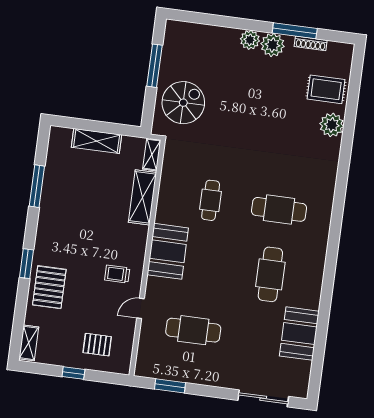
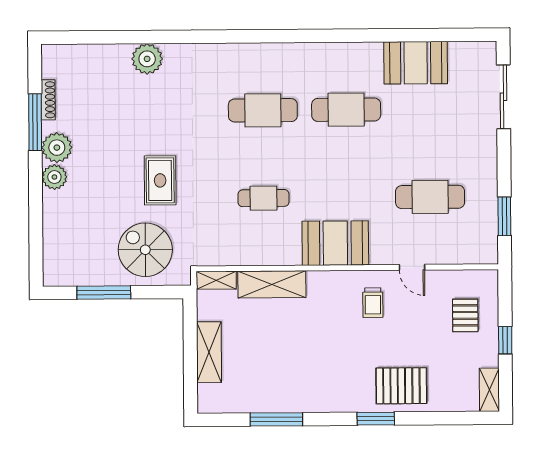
rug: (326, 89) -> (160, 180), moved
cafe table: (279, 209) -> (263, 110), turned 90
cafe table: (193, 330) -> (430, 197), turned 90
shelving: (29, 343) -> (489, 390), moved, turned 90

